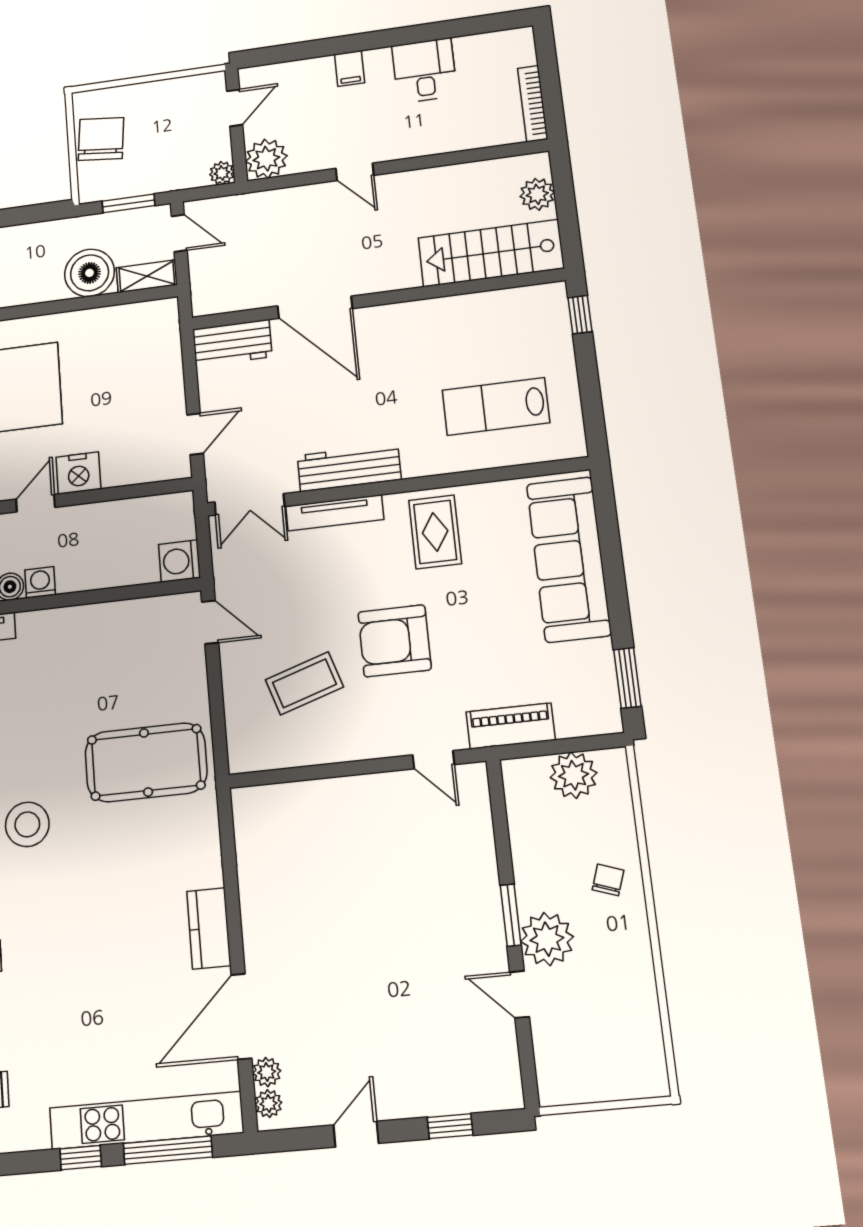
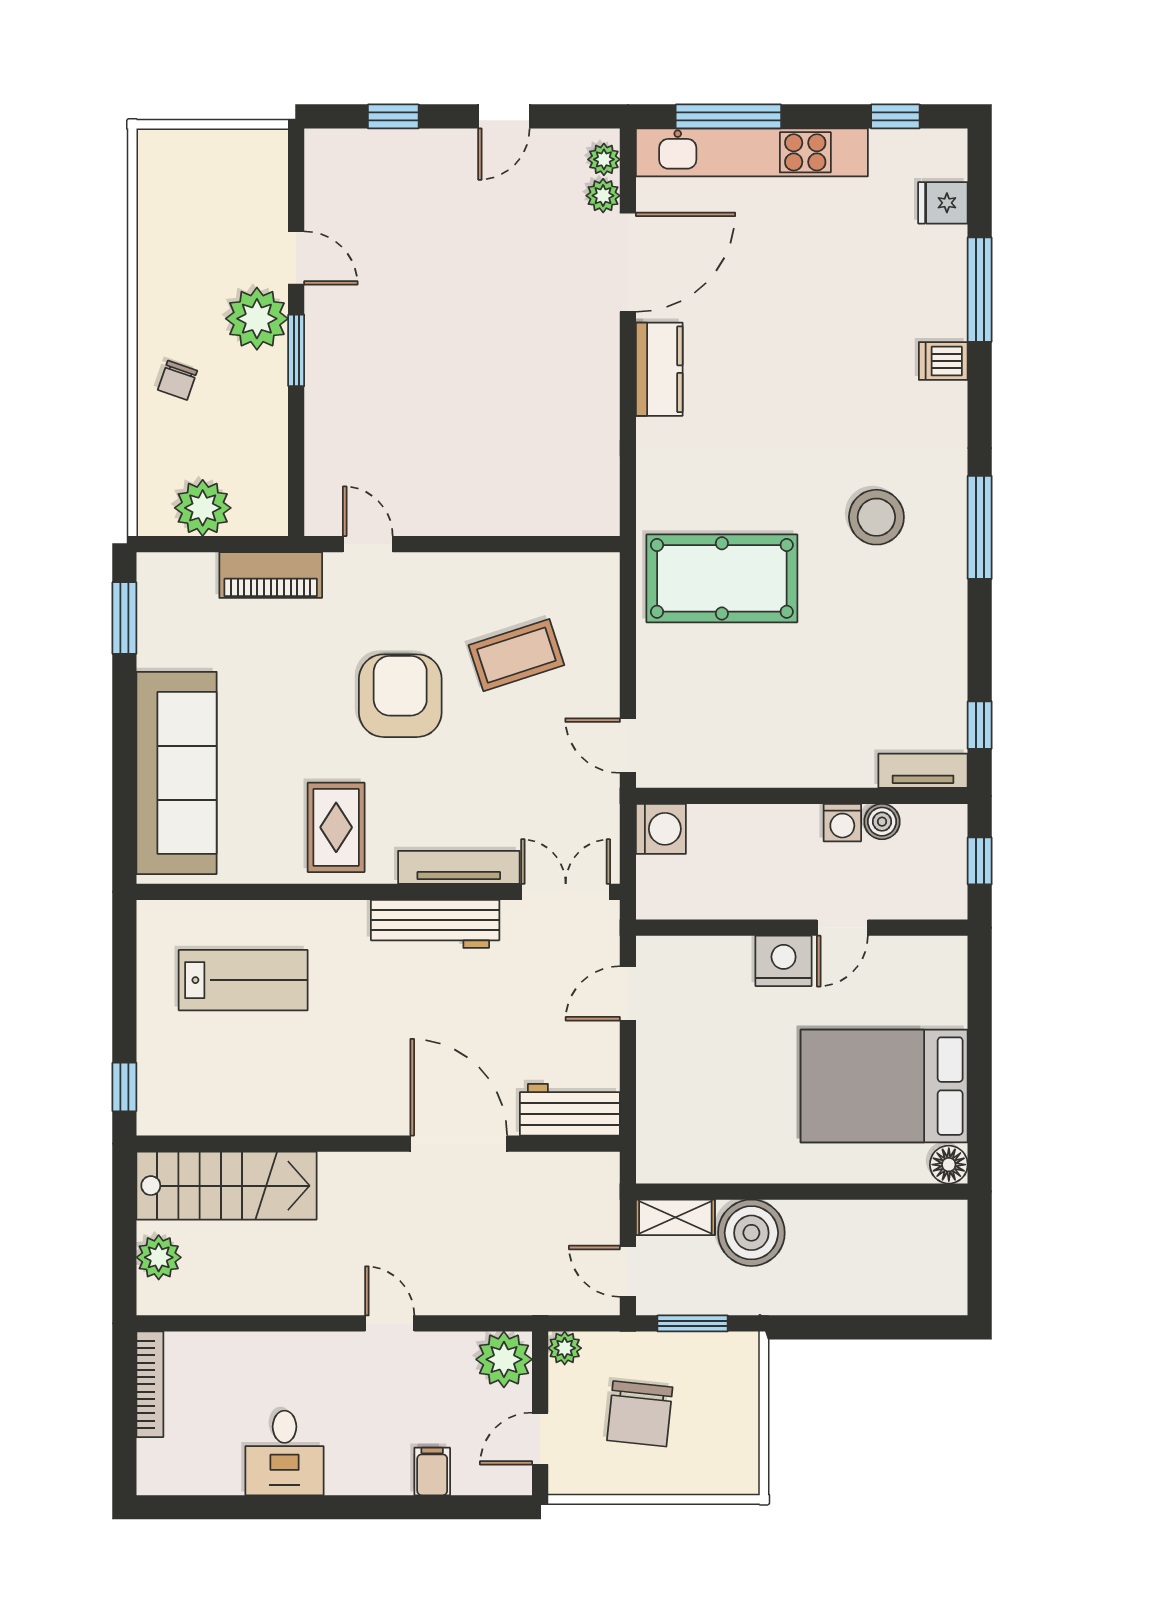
filing cabinet: (350, 68) -> (432, 1471), moved
chair: (101, 139) -> (640, 1414), moved
armchair: (395, 641) -> (400, 696), turned -90
window: (81, 1158) -> (895, 116), moved

